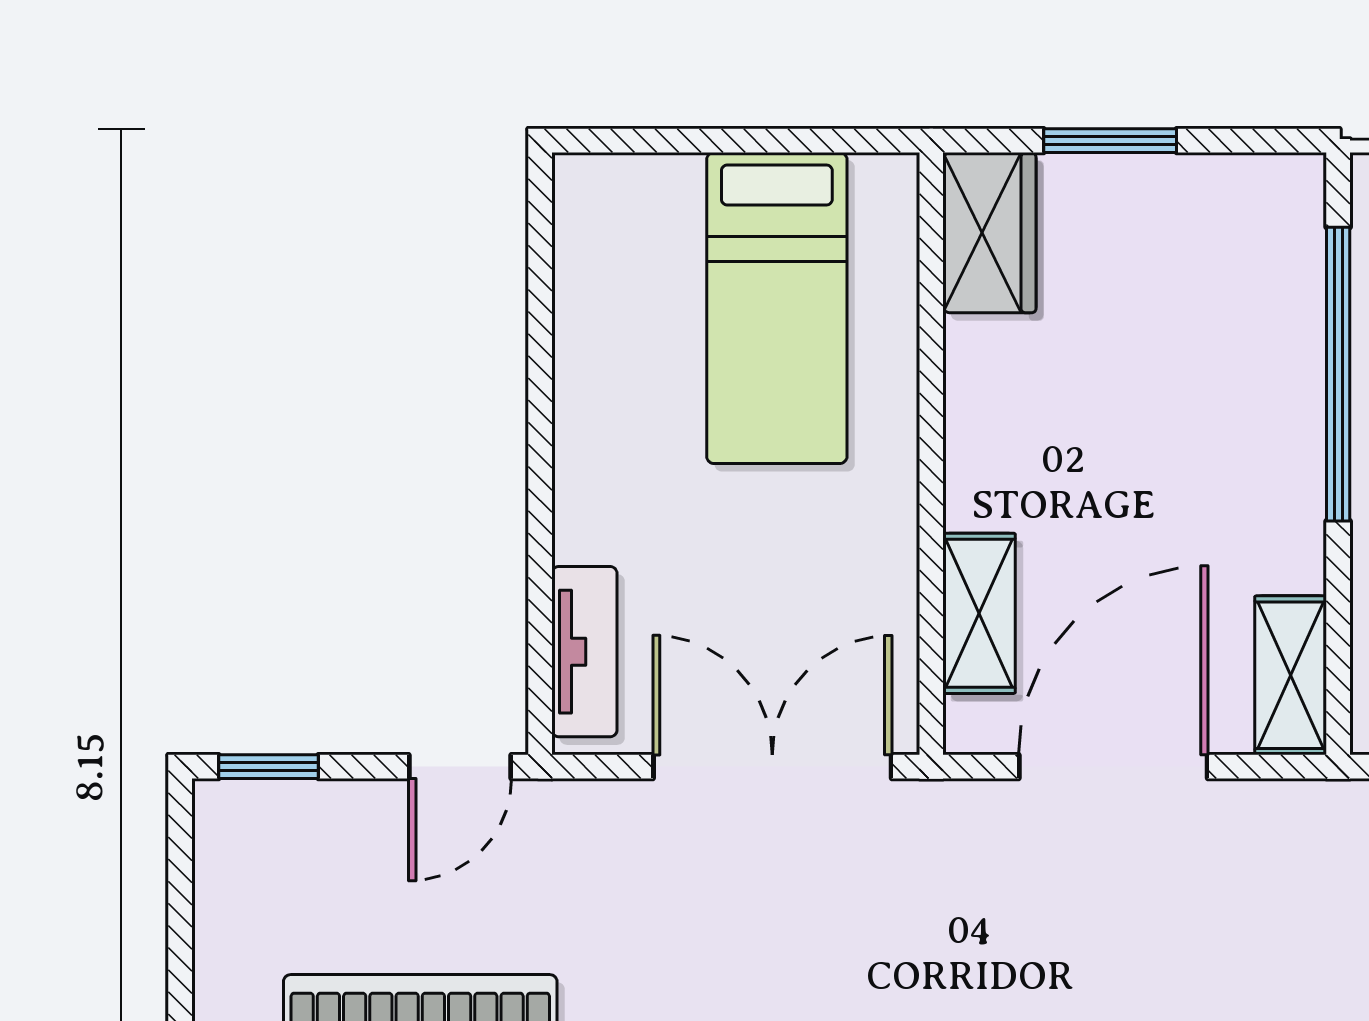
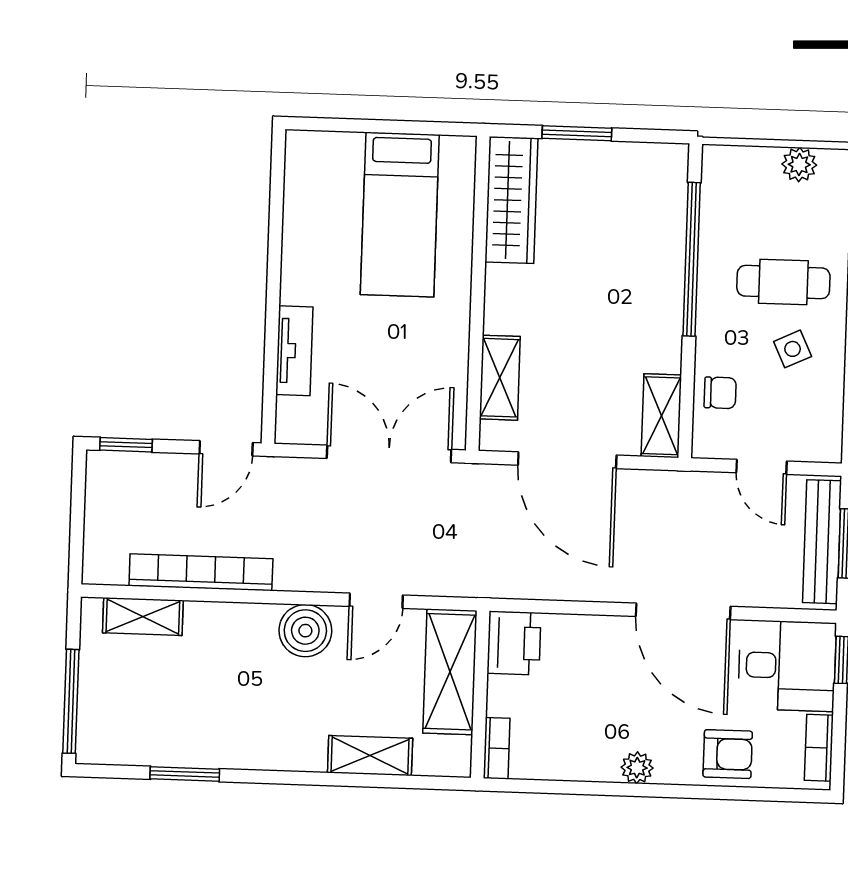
wardrobe: (989, 233) -> (511, 200), width x1.50
tv unit: (584, 652) -> (294, 351), moved
door: (1113, 767) -> (567, 460), swing flipped

